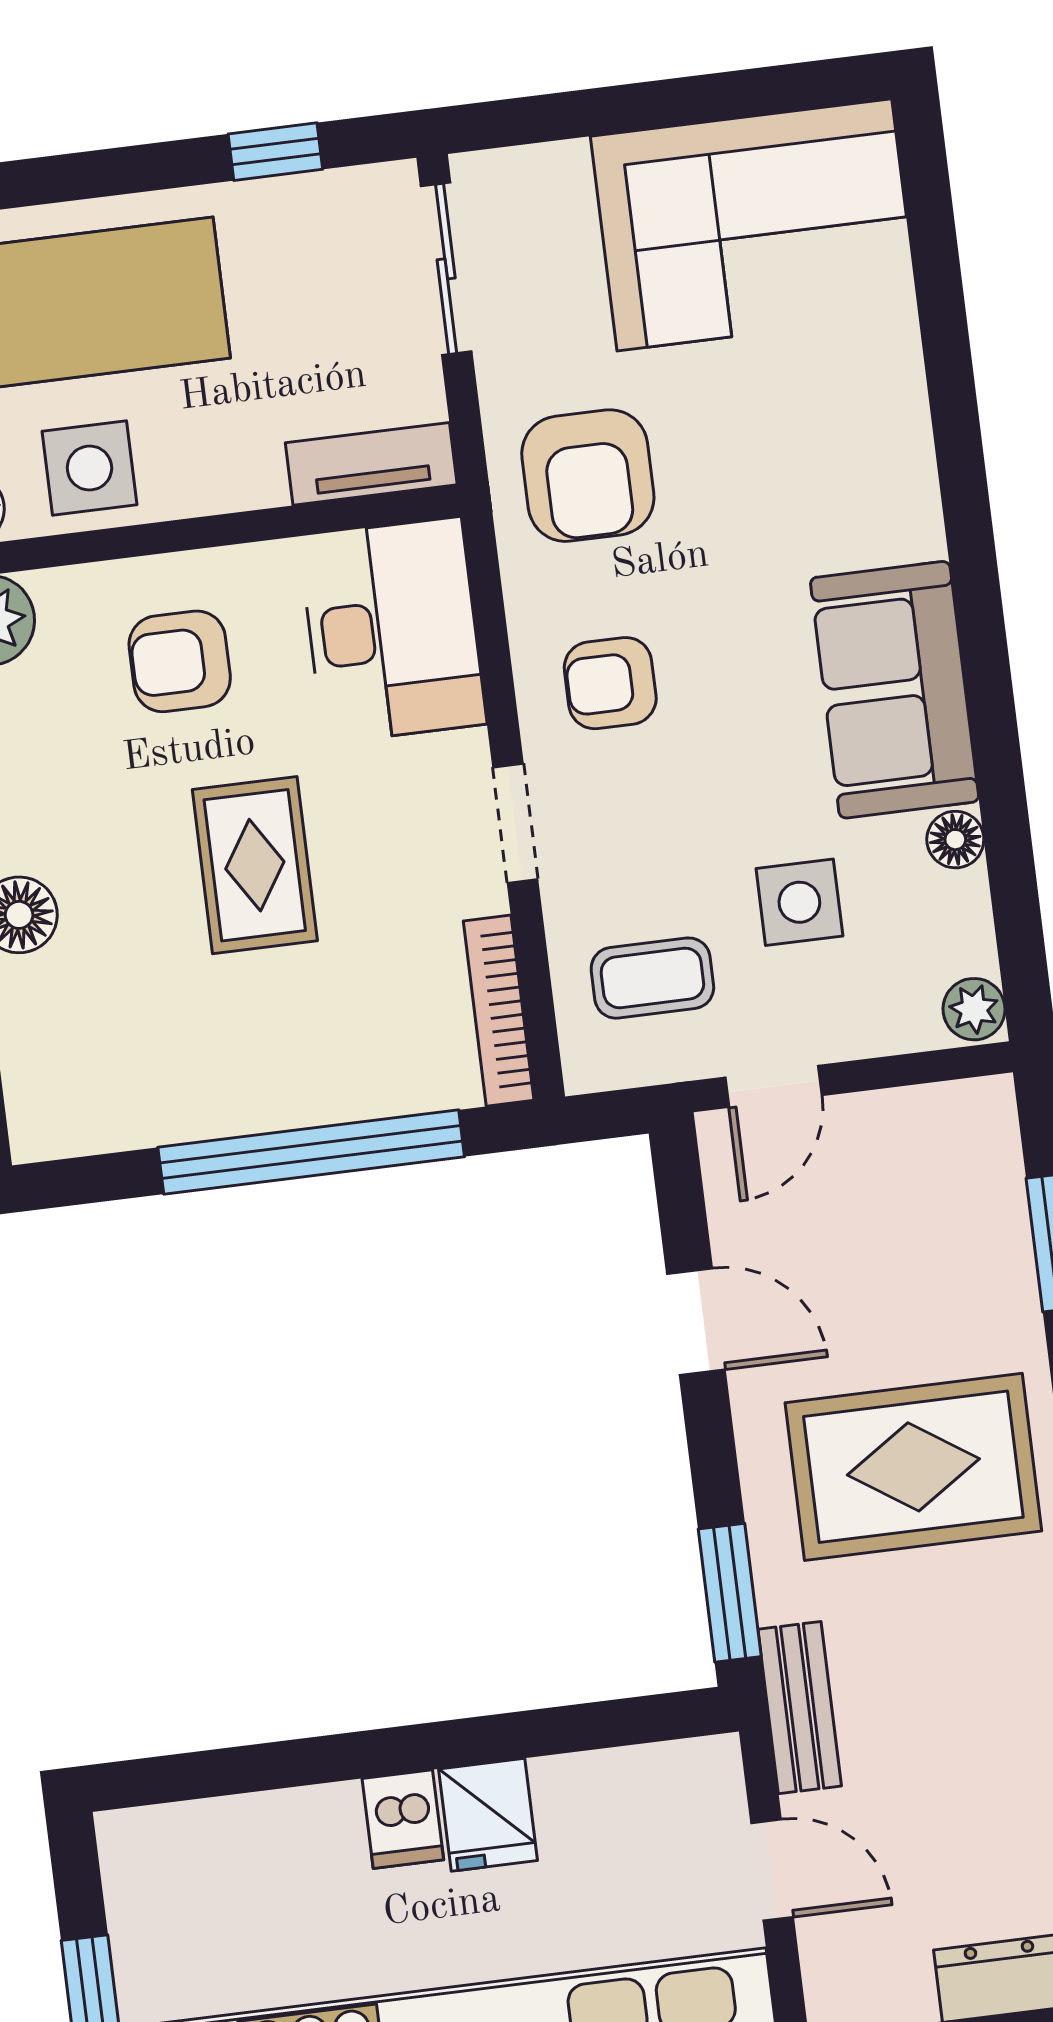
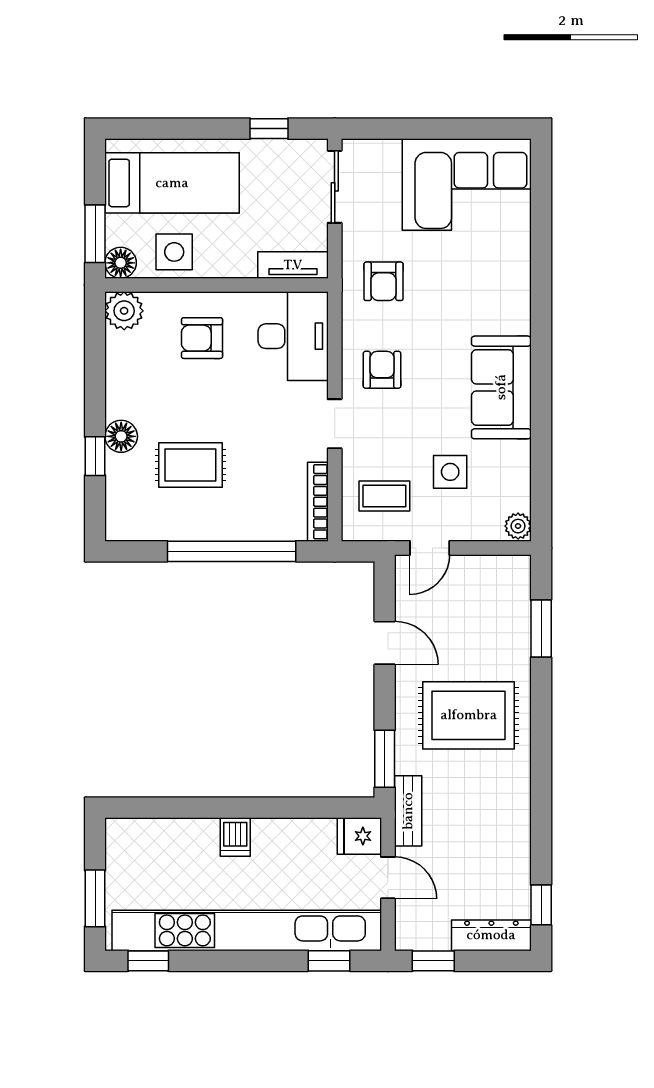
armchair: (588, 476) -> (384, 281), width x0.72, depth x0.72
armchair: (610, 683) -> (382, 370), turned 90
floor lamp: (955, 840) -> (519, 454), removed
rug: (255, 865) -> (190, 465), moved, turned 90
fridge: (488, 1815) -> (359, 836), moved, turned 90

